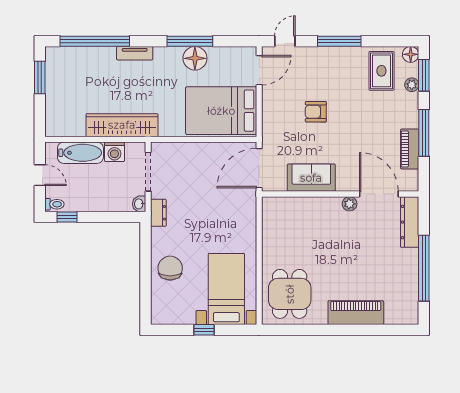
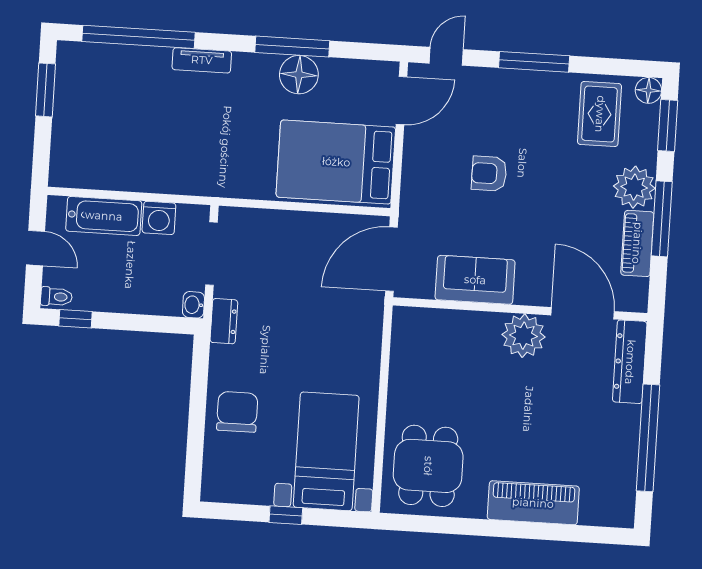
plant: (412, 85) -> (634, 187), moved, width x1.88, depth x1.88
wardrobe: (122, 125) -> (174, 176), removed
plant: (350, 204) -> (523, 336), width x1.87, depth x1.87

